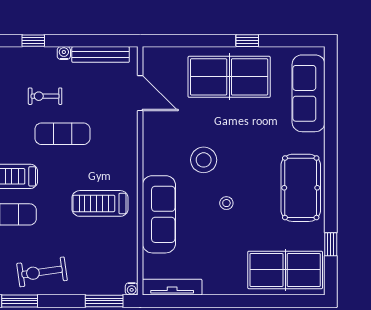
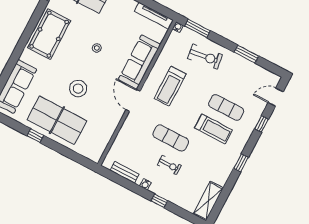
bench: (101, 54) -> (125, 172), width x0.73
door: (140, 93) -> (133, 100), moved
stool: (204, 160) -> (78, 89), moved
treadmill: (100, 203) -> (170, 86), turned 90
exercise bike: (42, 272) -> (205, 57), moved

